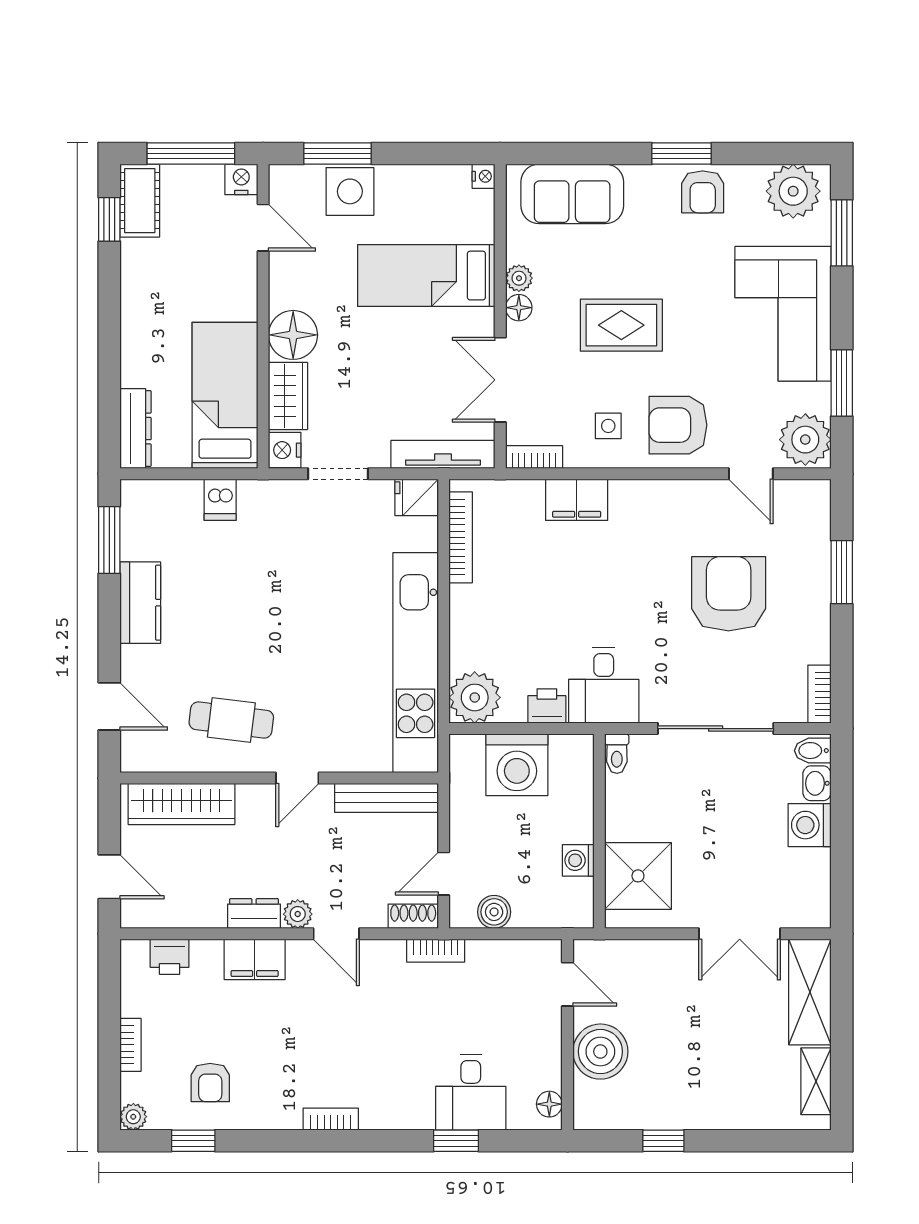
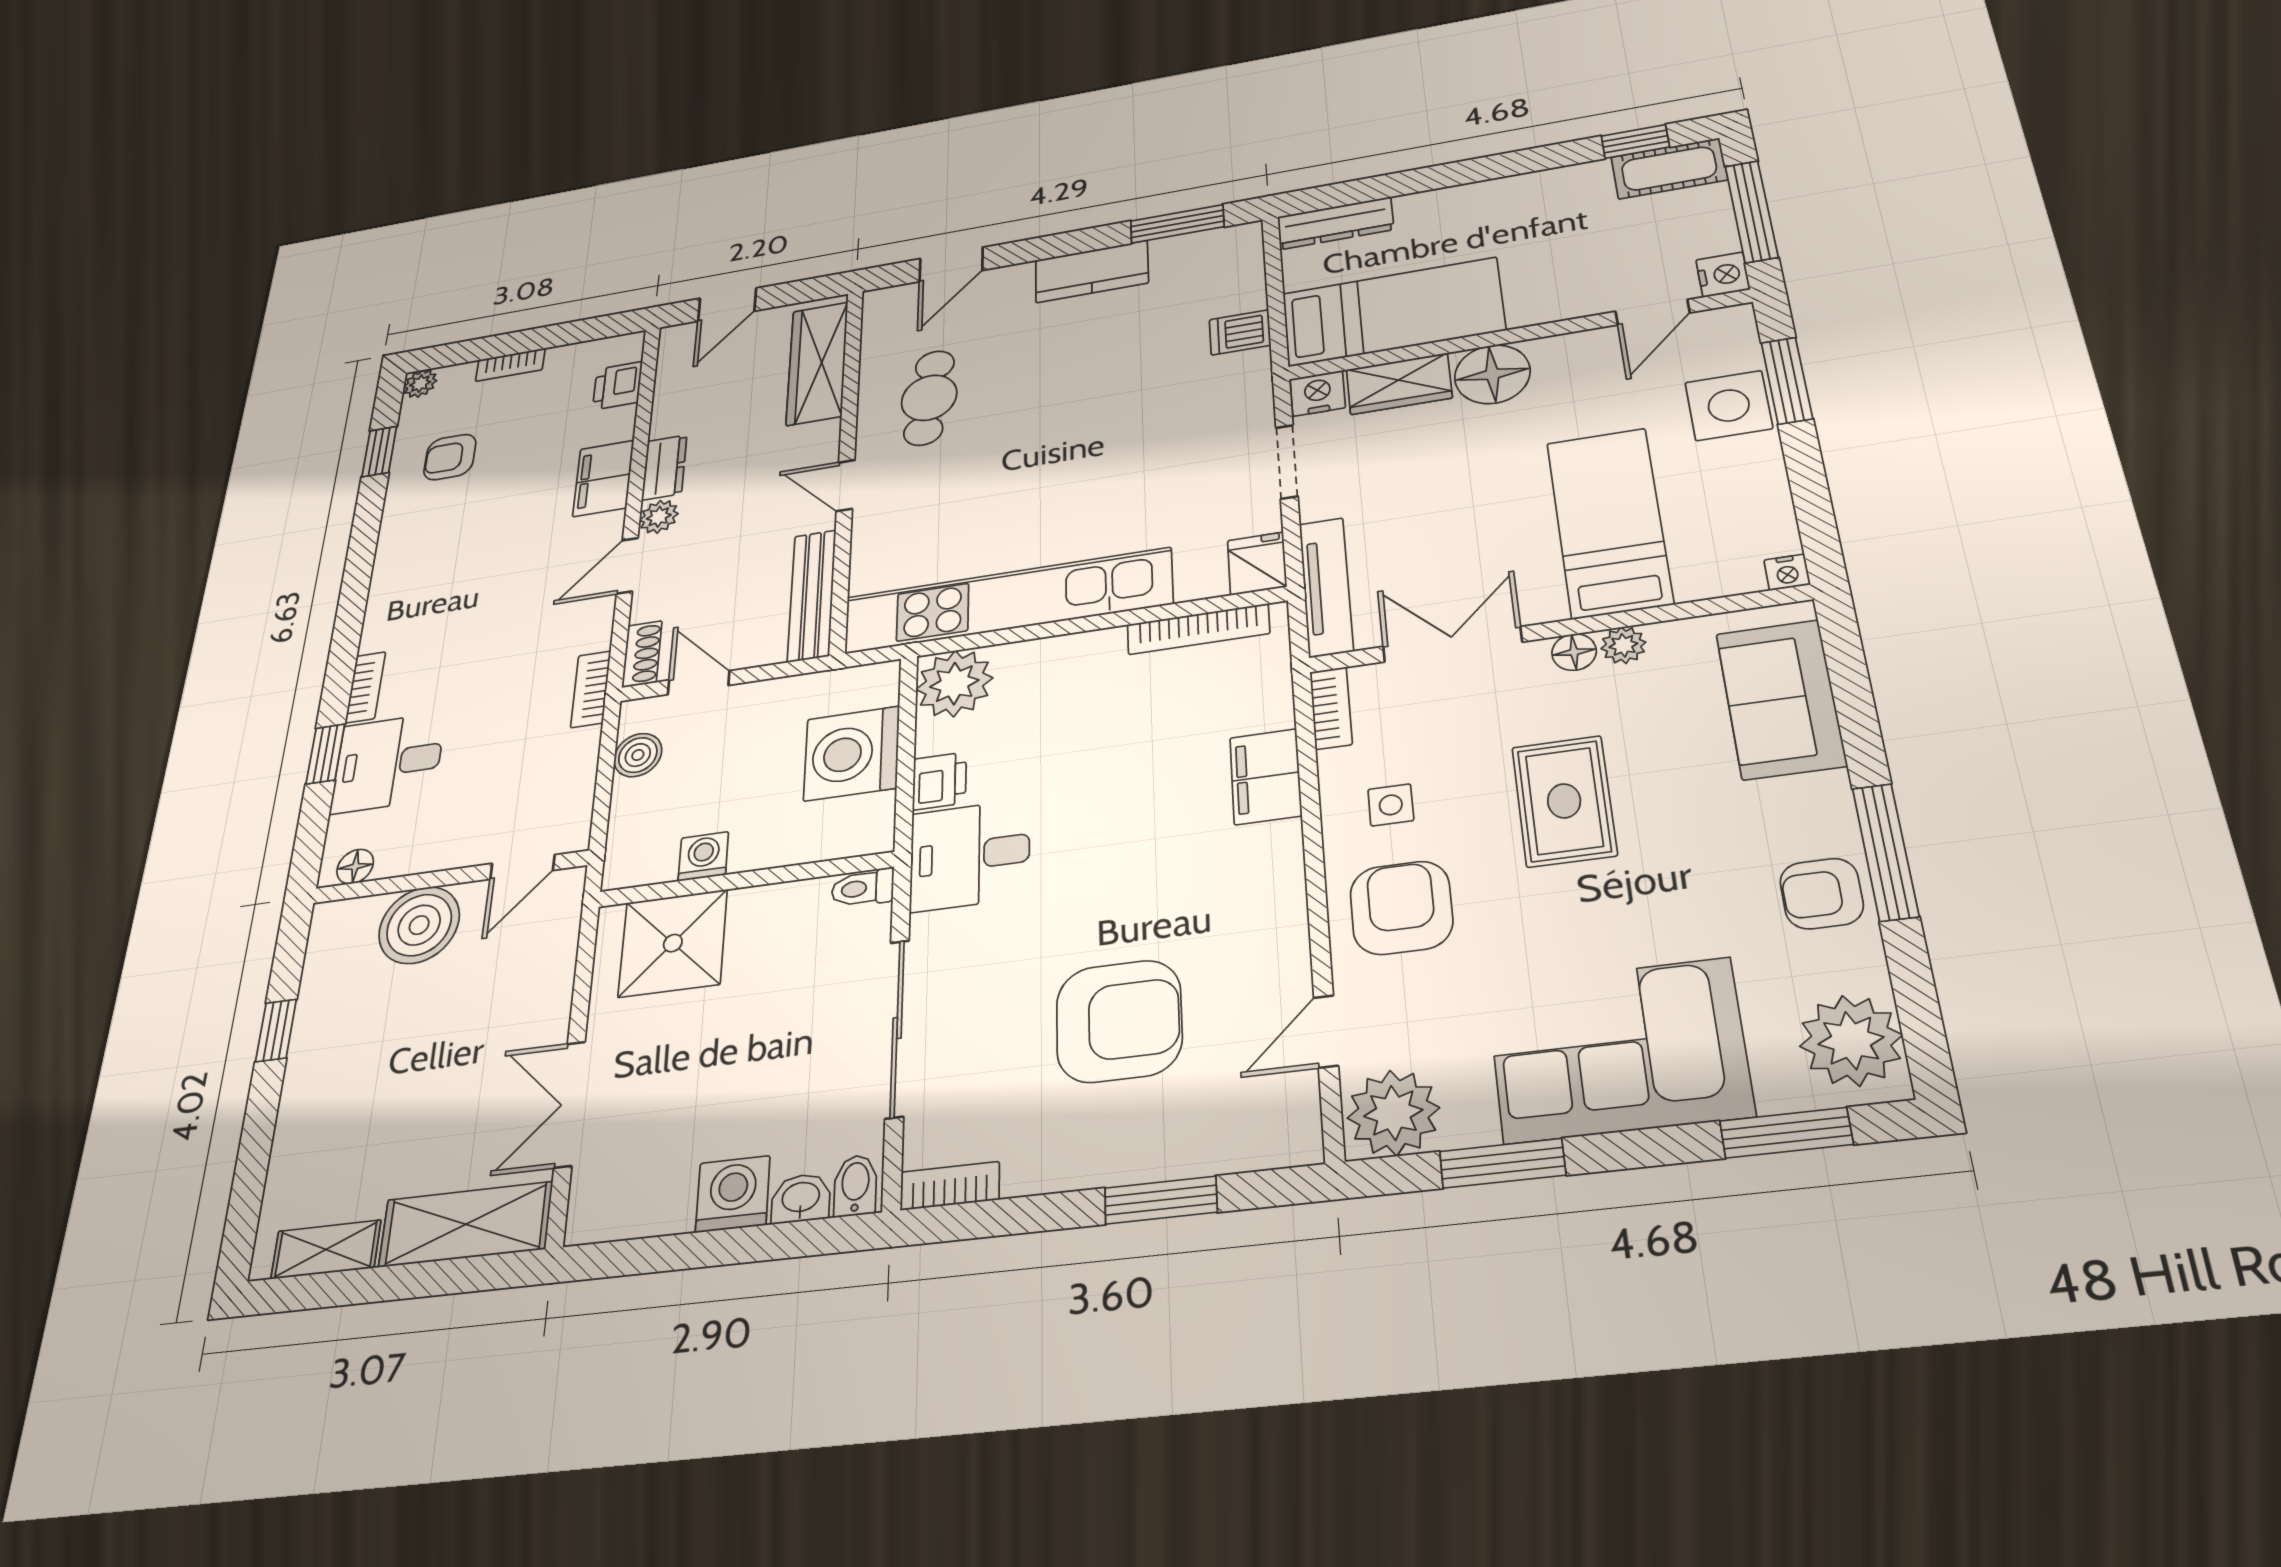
window: (682, 154) -> (1885, 852), width x1.44
bookcase: (331, 1119) -> (365, 687), moved

